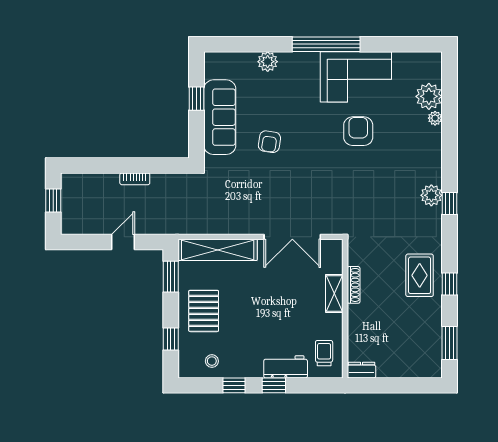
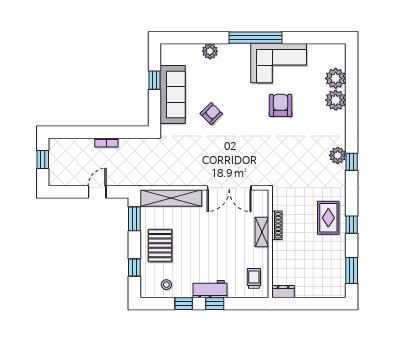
plant: (435, 118) -> (336, 100), width x1.88, depth x1.88
armchair: (269, 142) -> (211, 114), turned -144
workbench: (286, 367) -> (210, 289), moved

